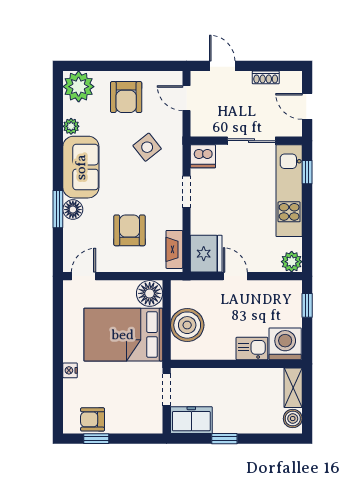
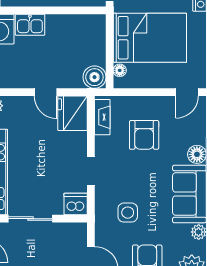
side table: (147, 147) -> (128, 213), turned 38
floor lamp: (150, 293) -> (120, 70), width x0.53, depth x0.53
boiler: (187, 325) -> (94, 77), moved, width x0.73, depth x0.73

